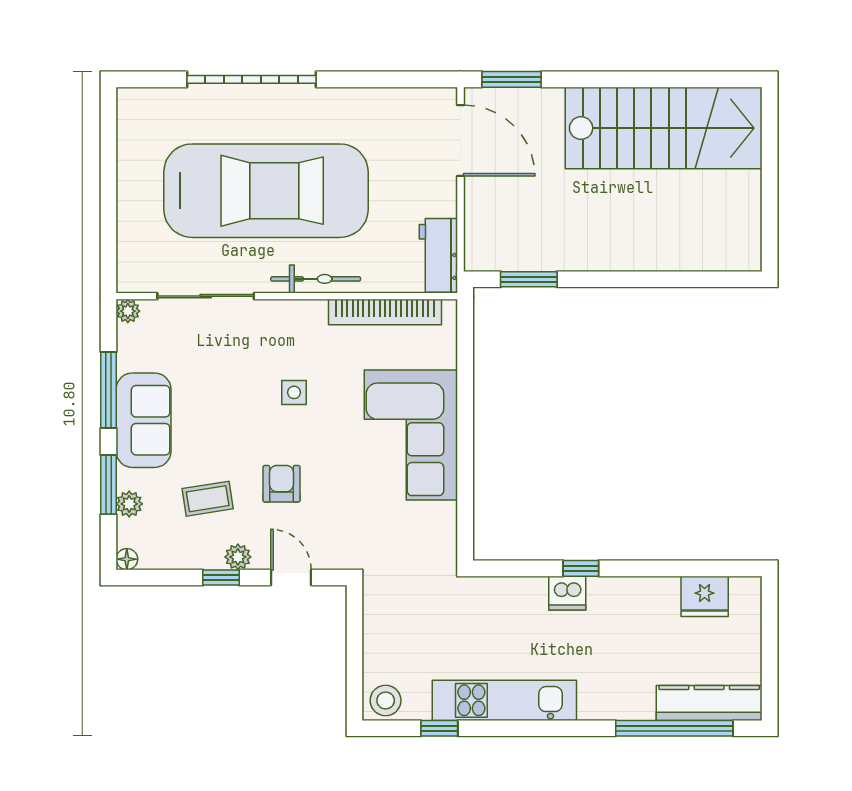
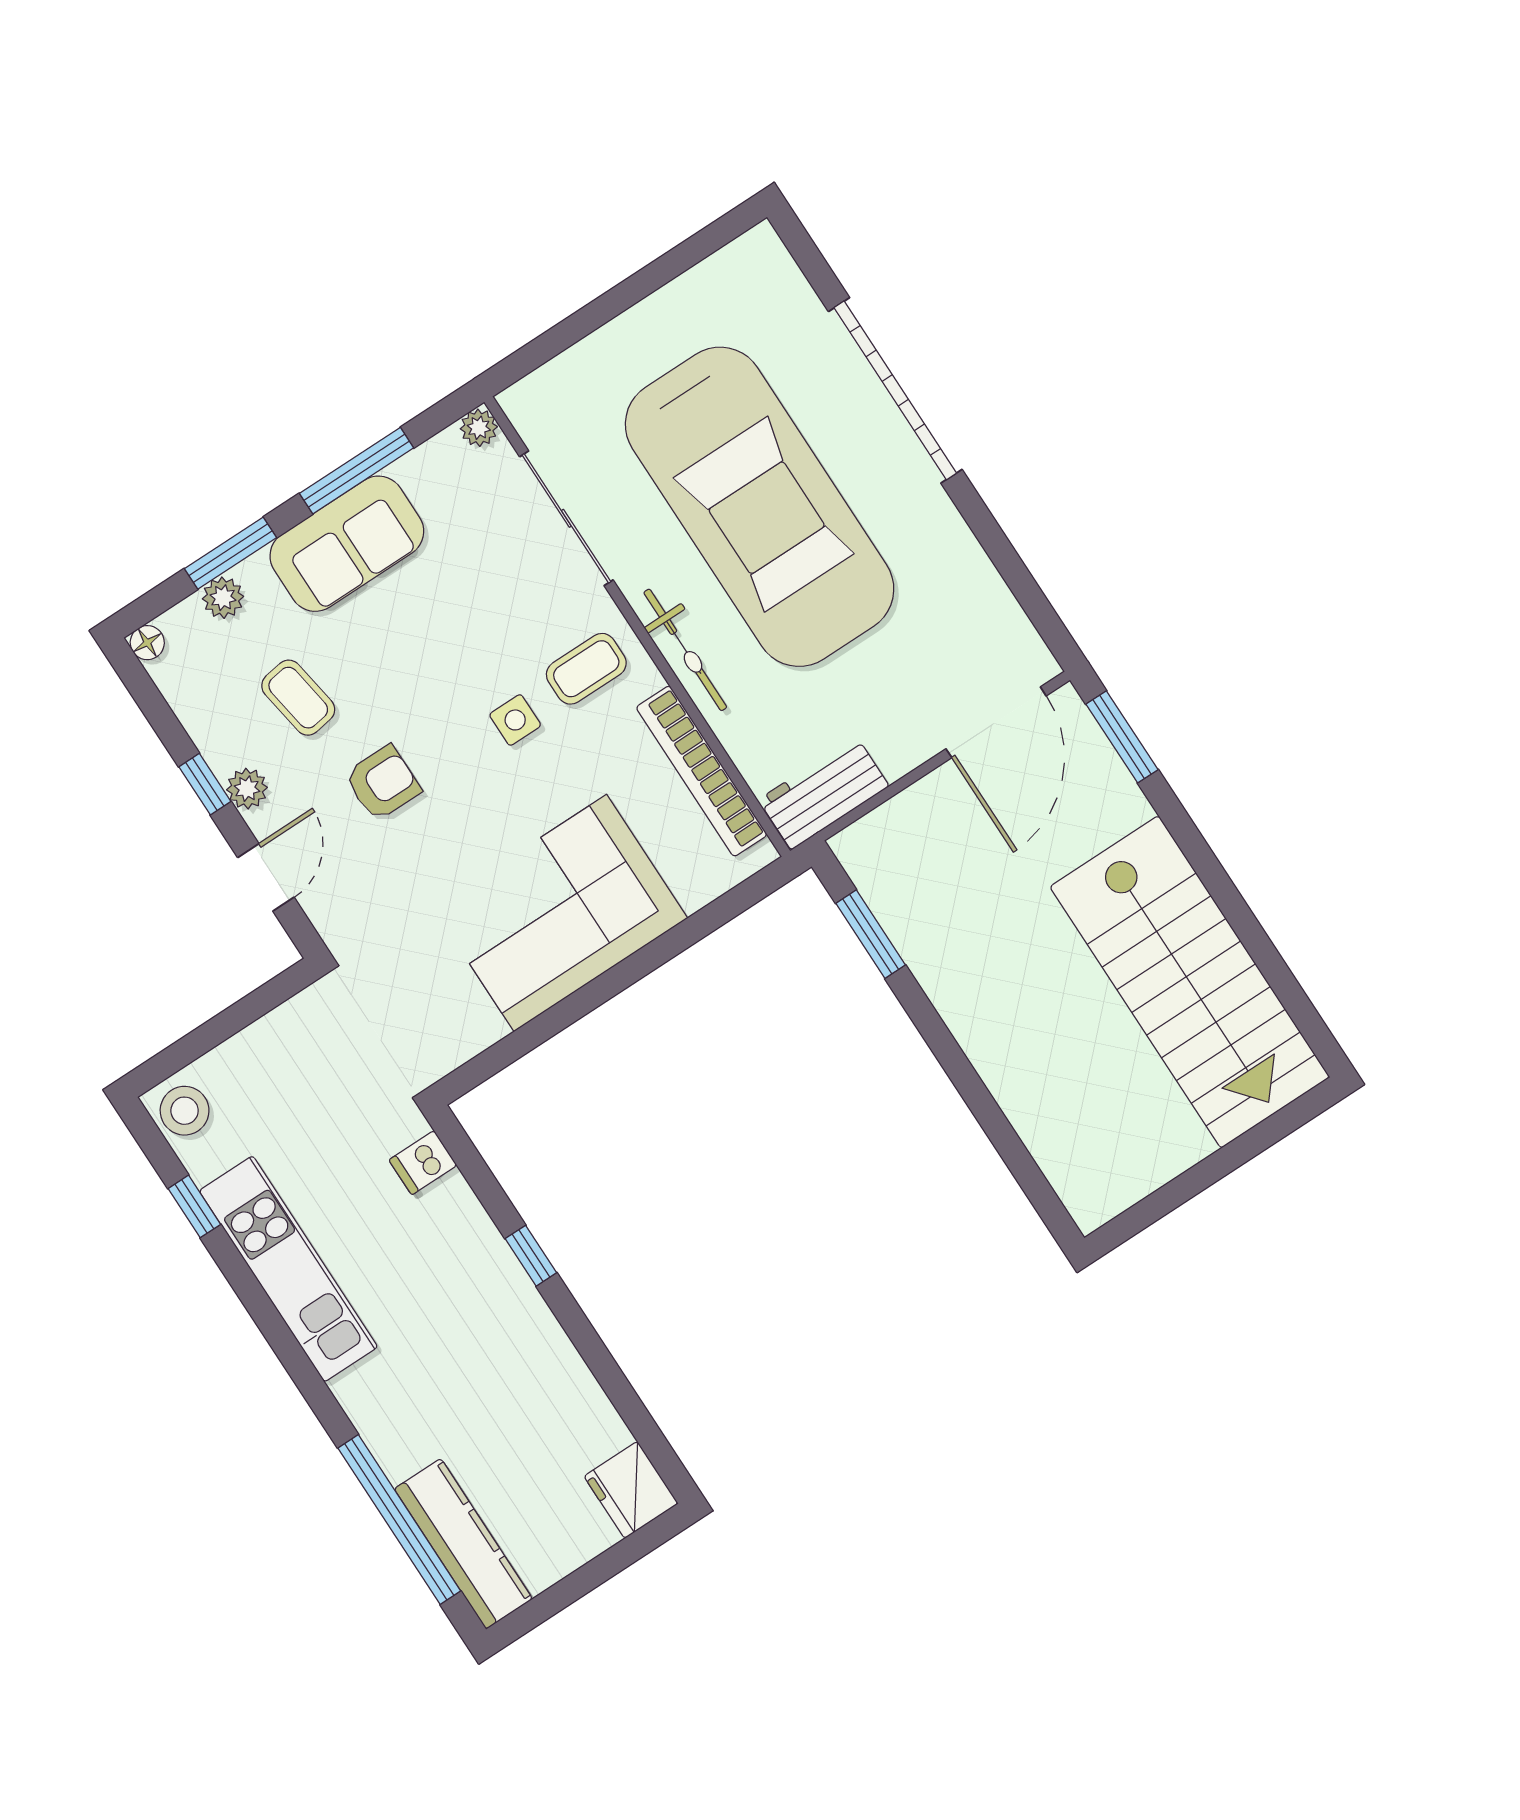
coffee table: (292, 337) -> (586, 669), added
dishwasher: (567, 593) -> (423, 1163), moved, width x0.73
fridge: (705, 596) -> (631, 1490), moved

